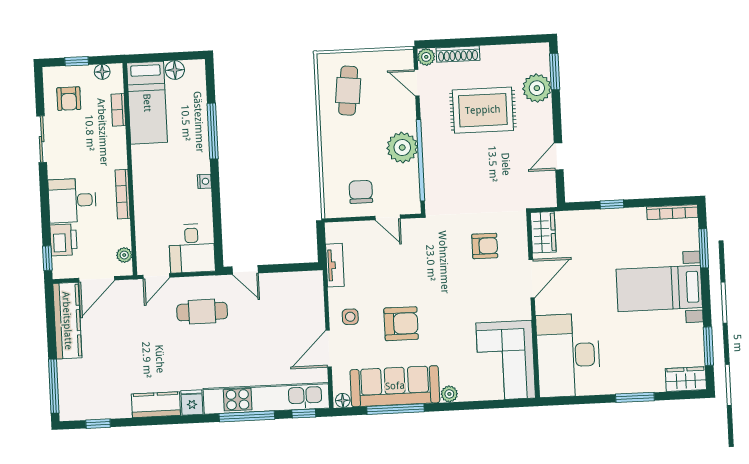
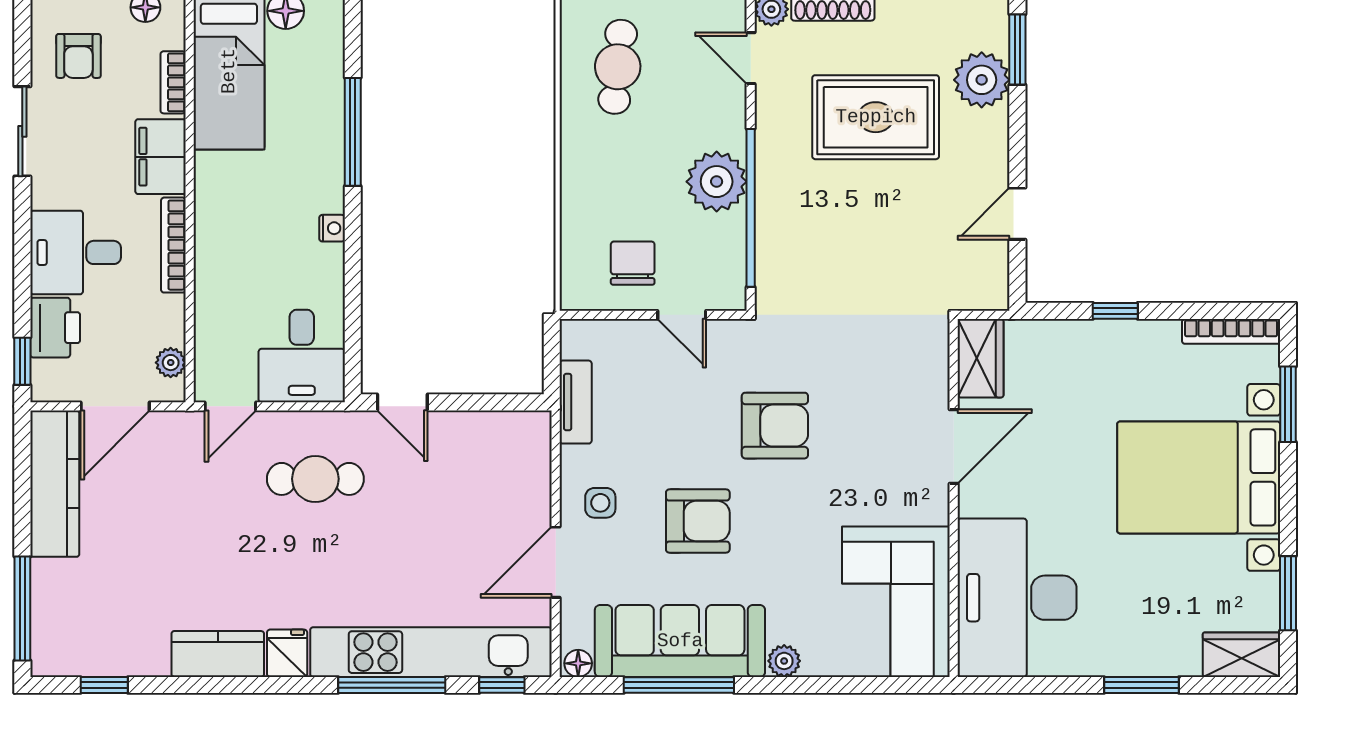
filing cabinet: (114, 149) -> (161, 157), added
armchair: (485, 246) -> (775, 426), moved, width x1.38, depth x1.38
bed with nightstands: (659, 288) -> (1199, 477), width x1.36

